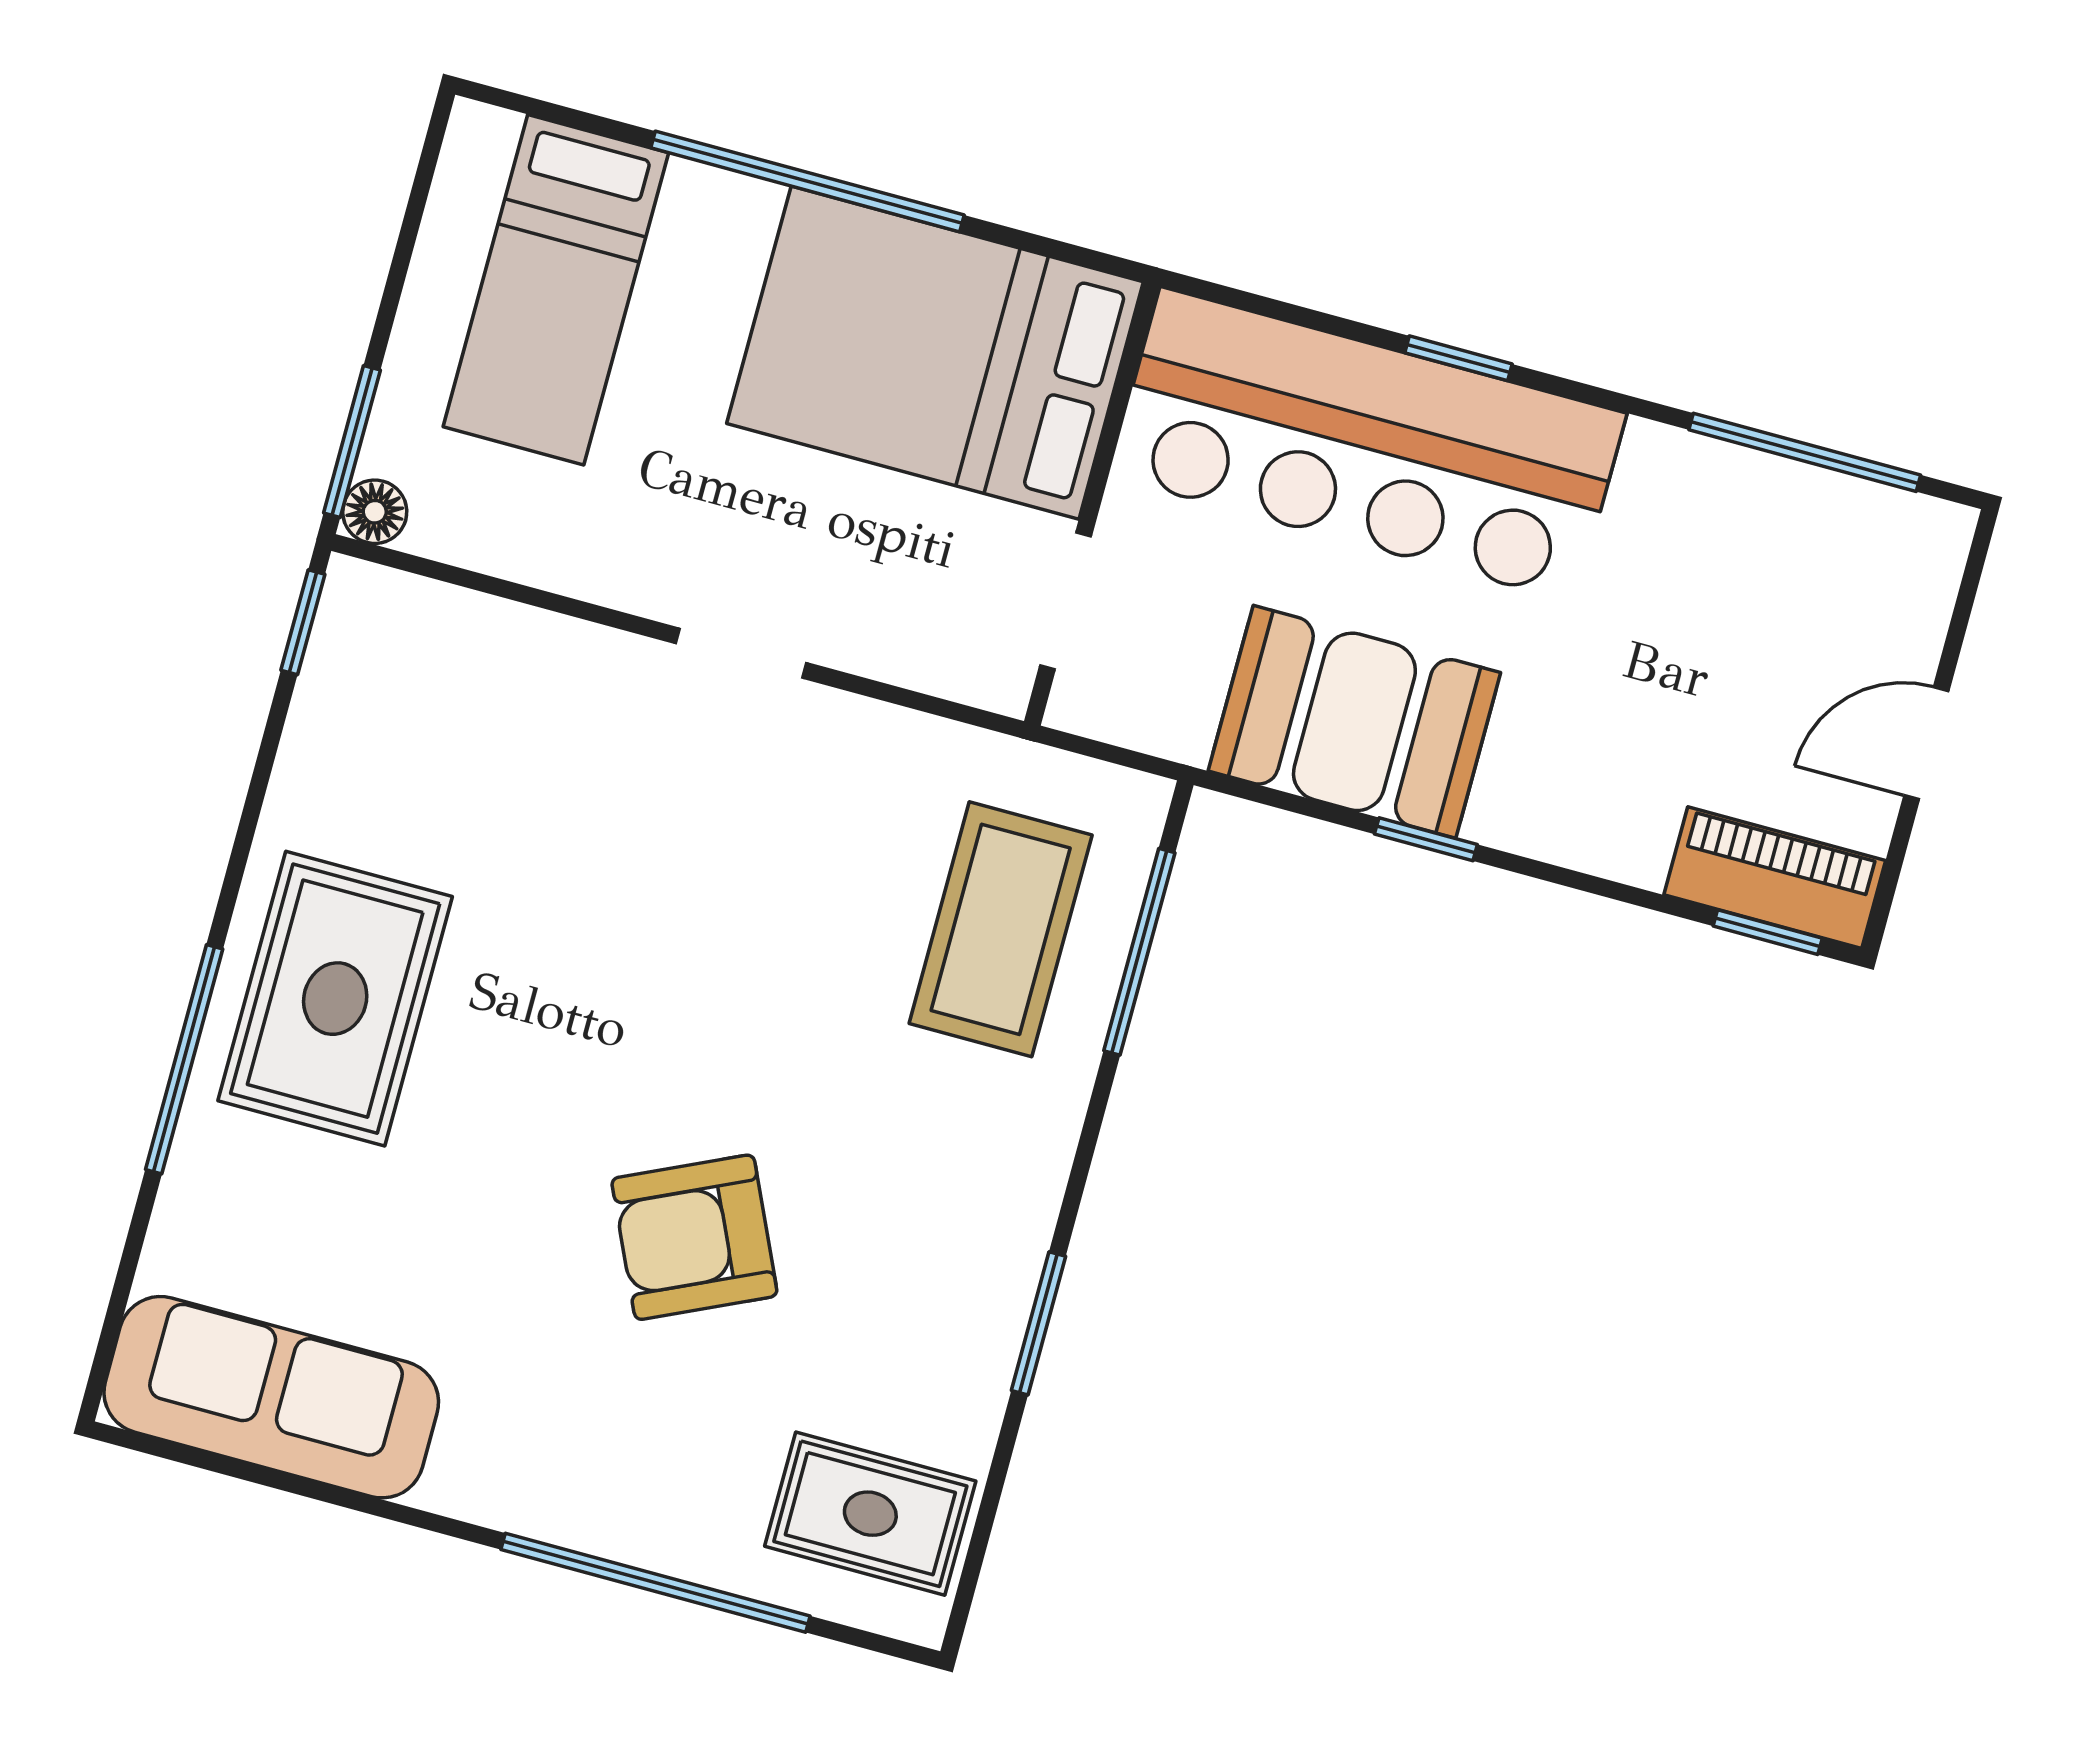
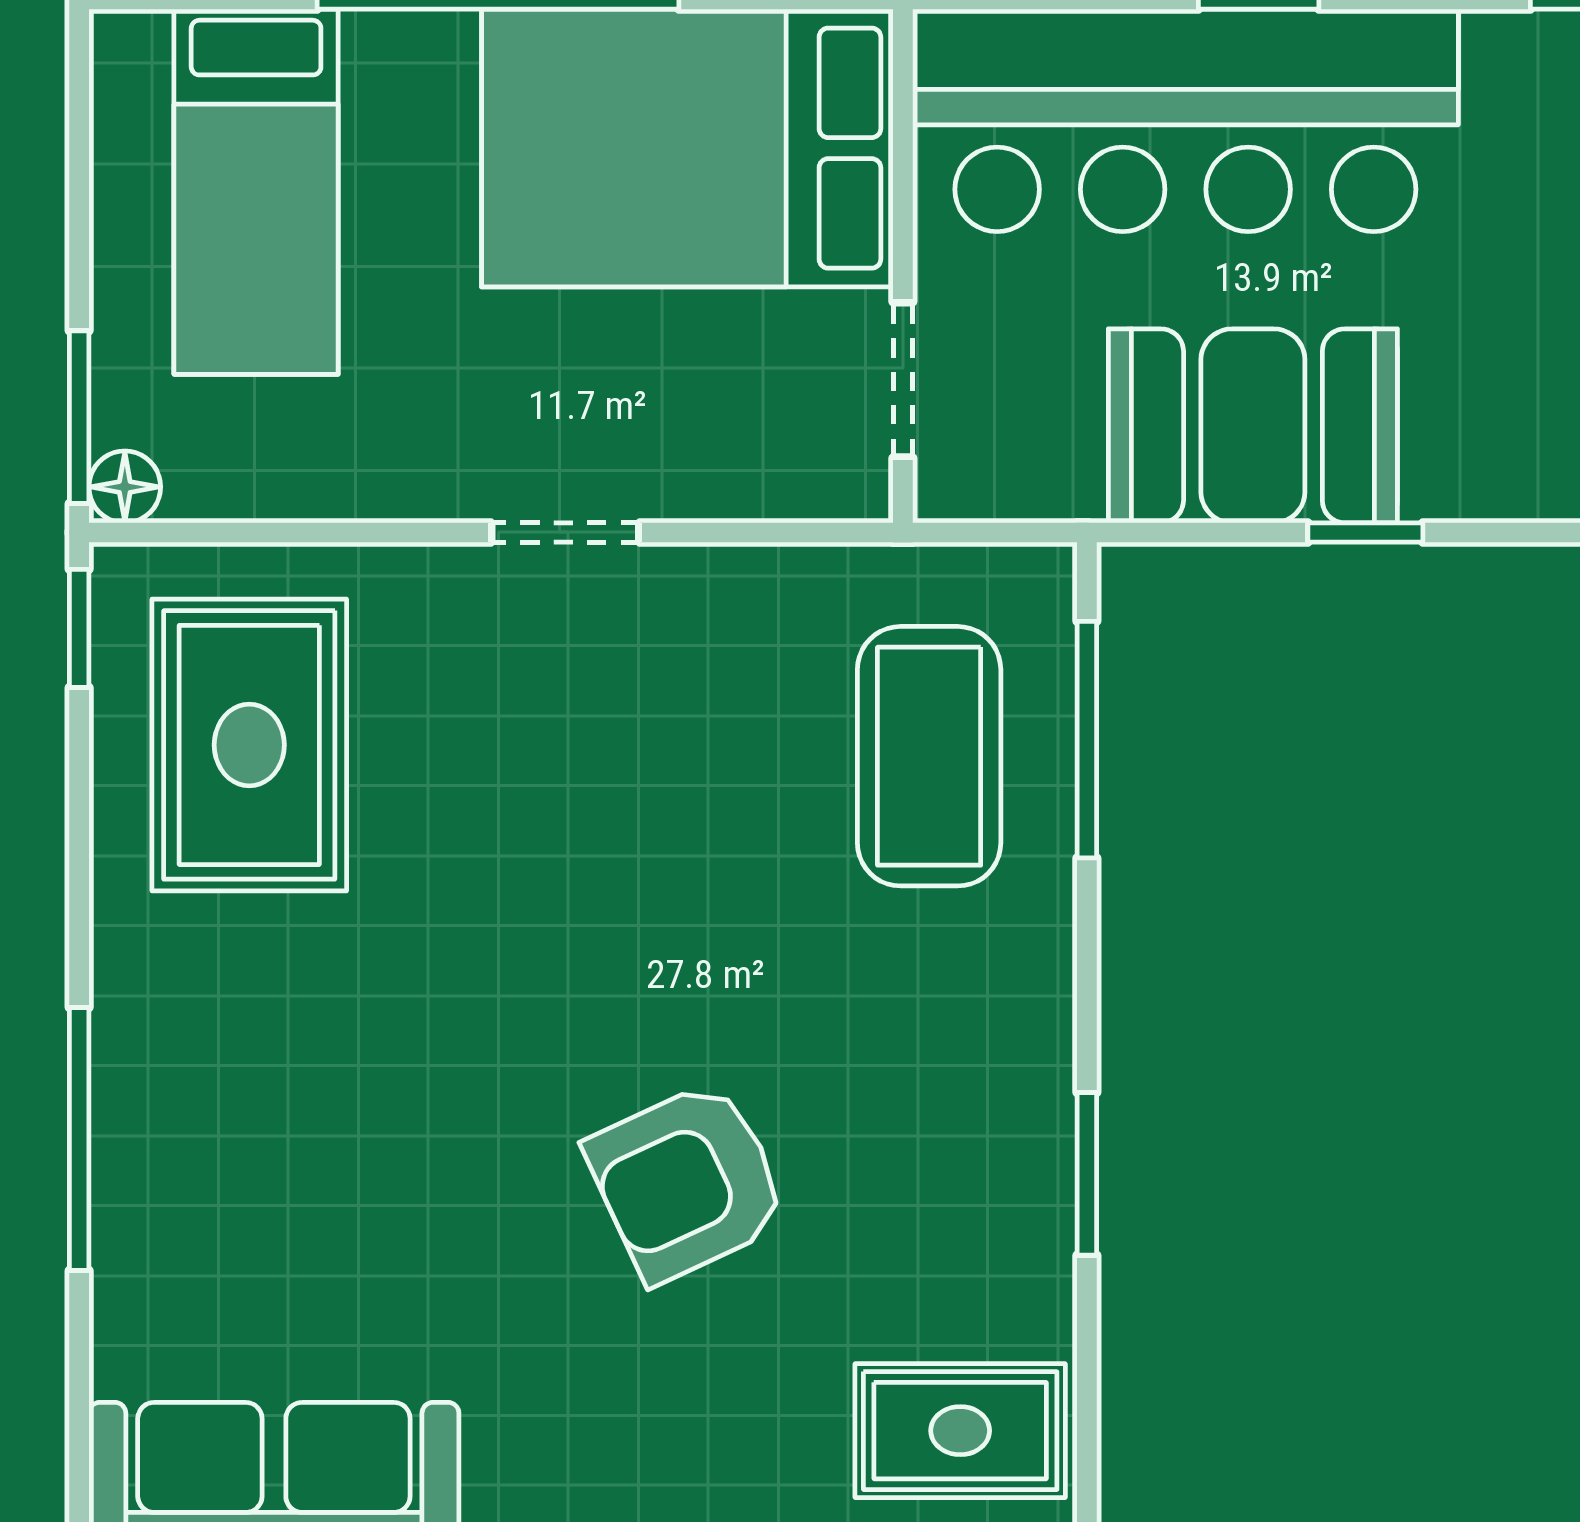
rug: (335, 999) -> (249, 745), moved

